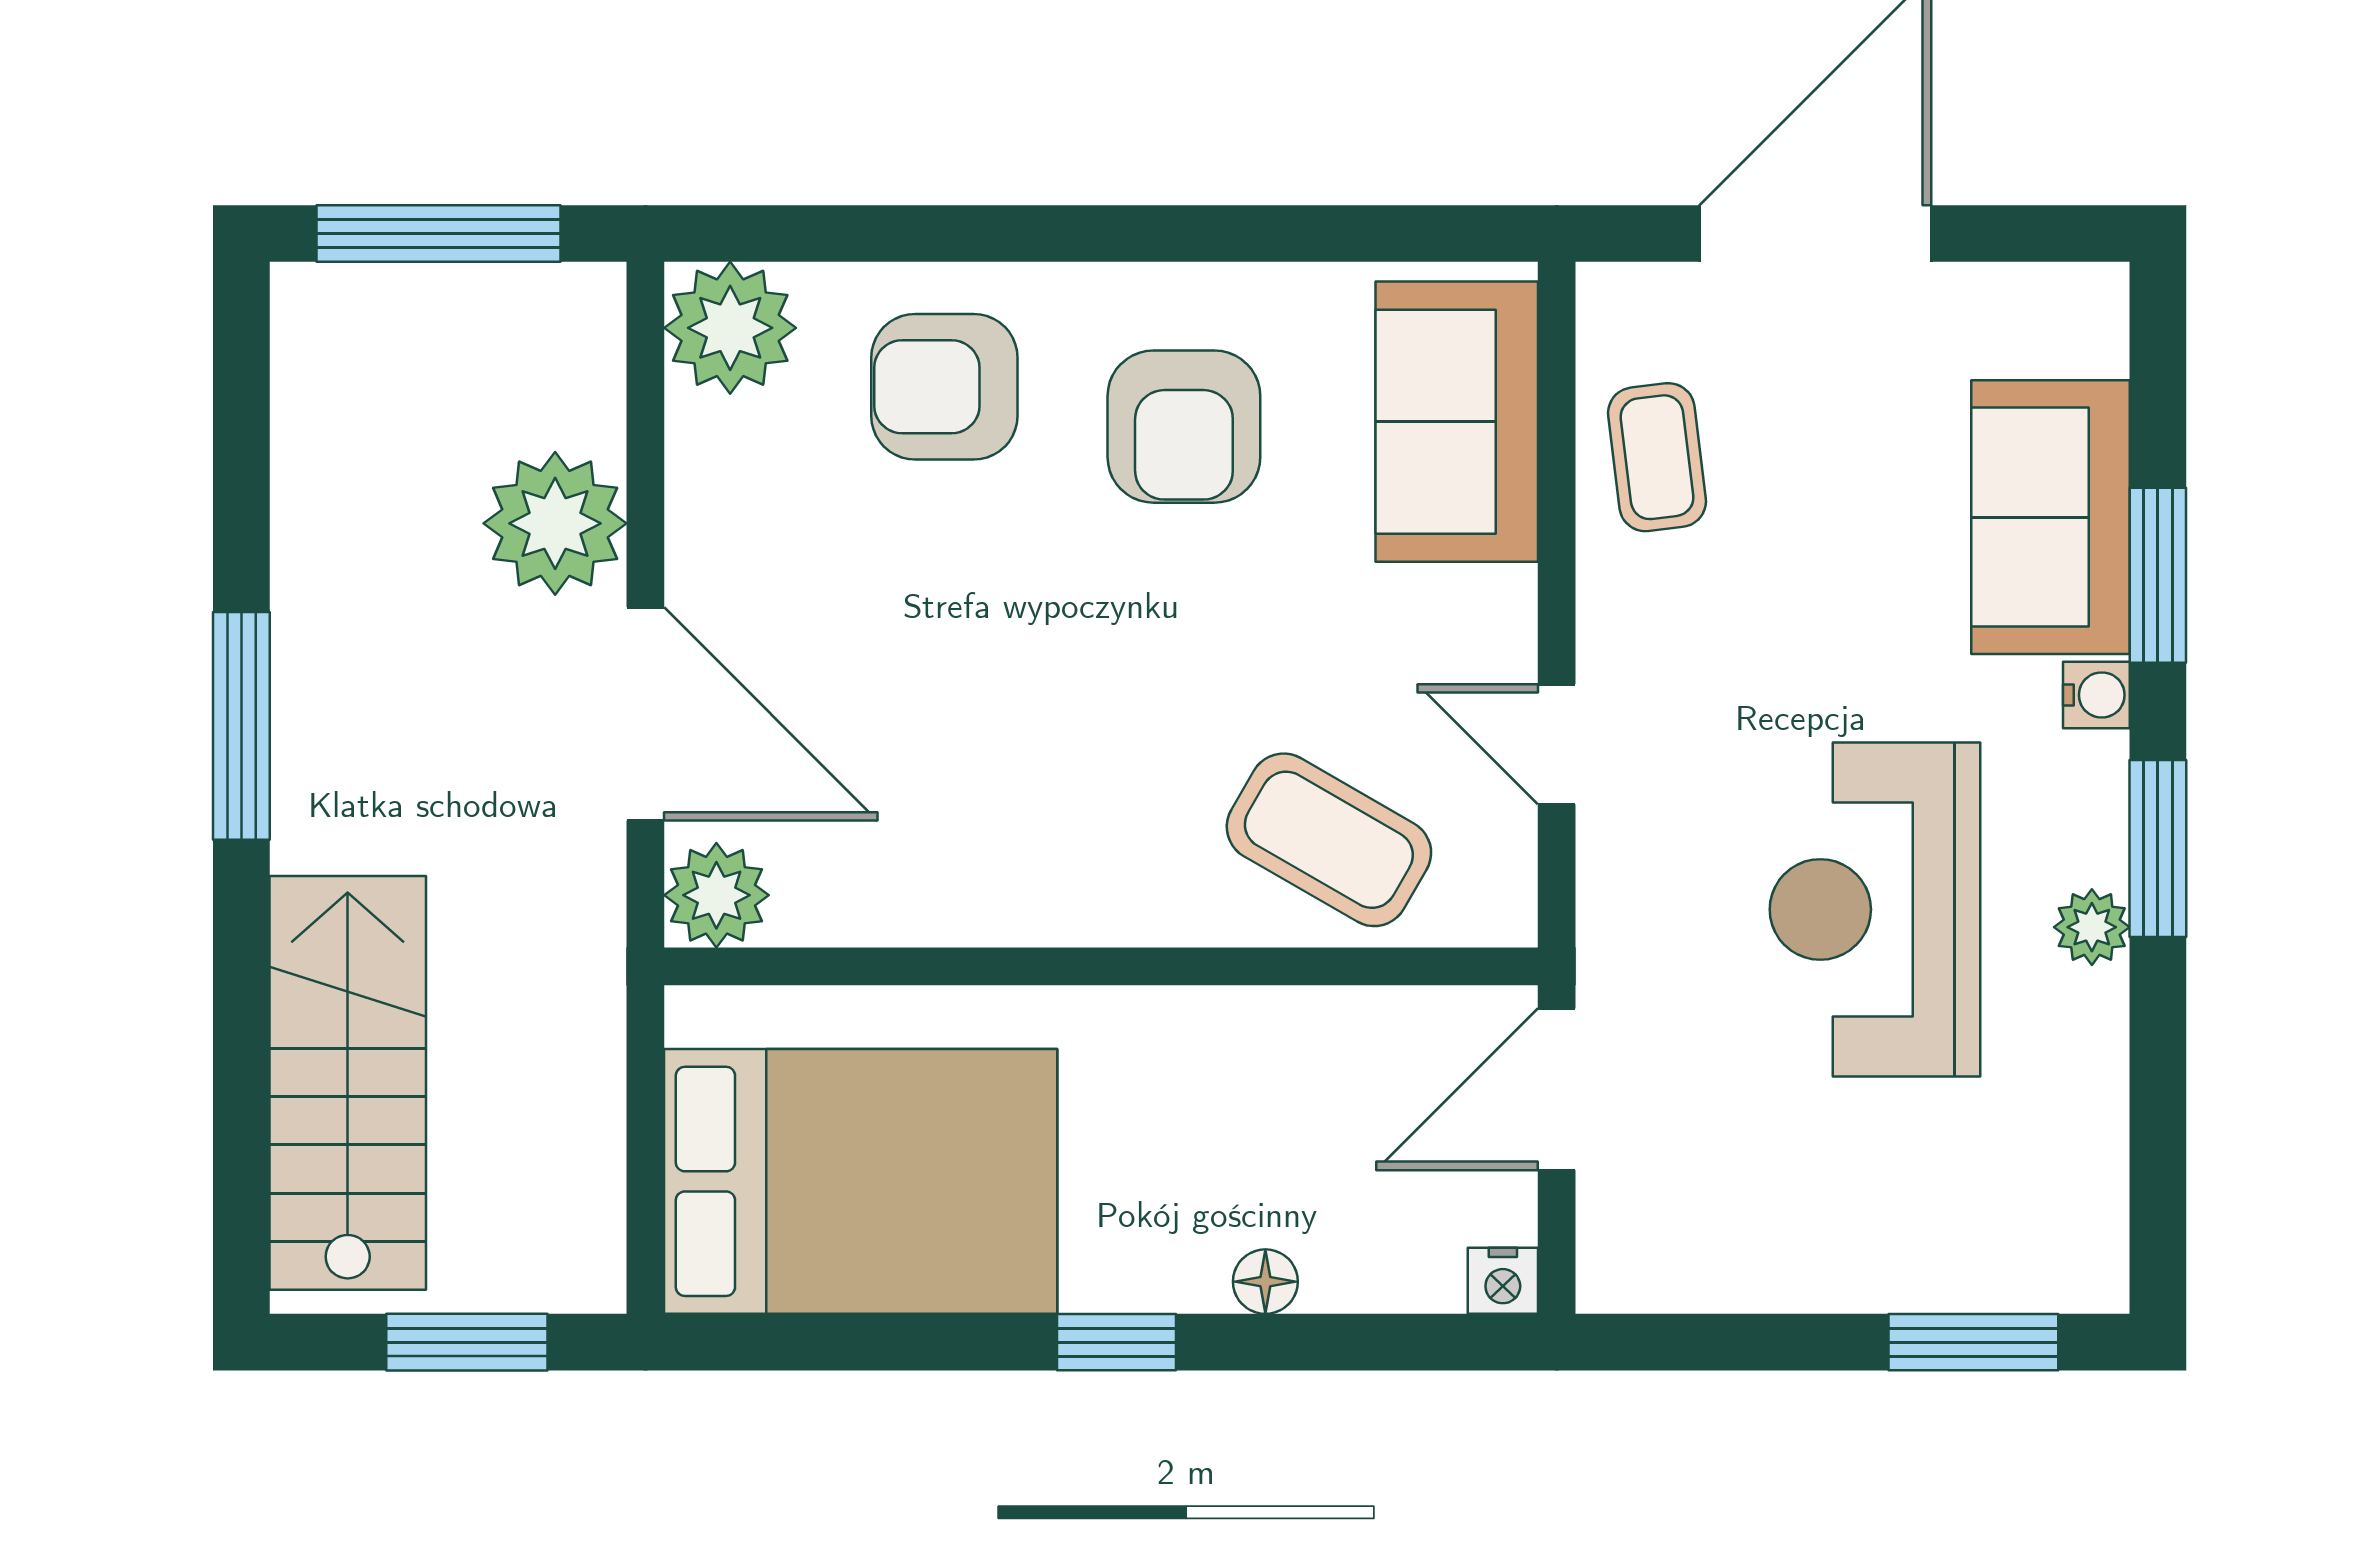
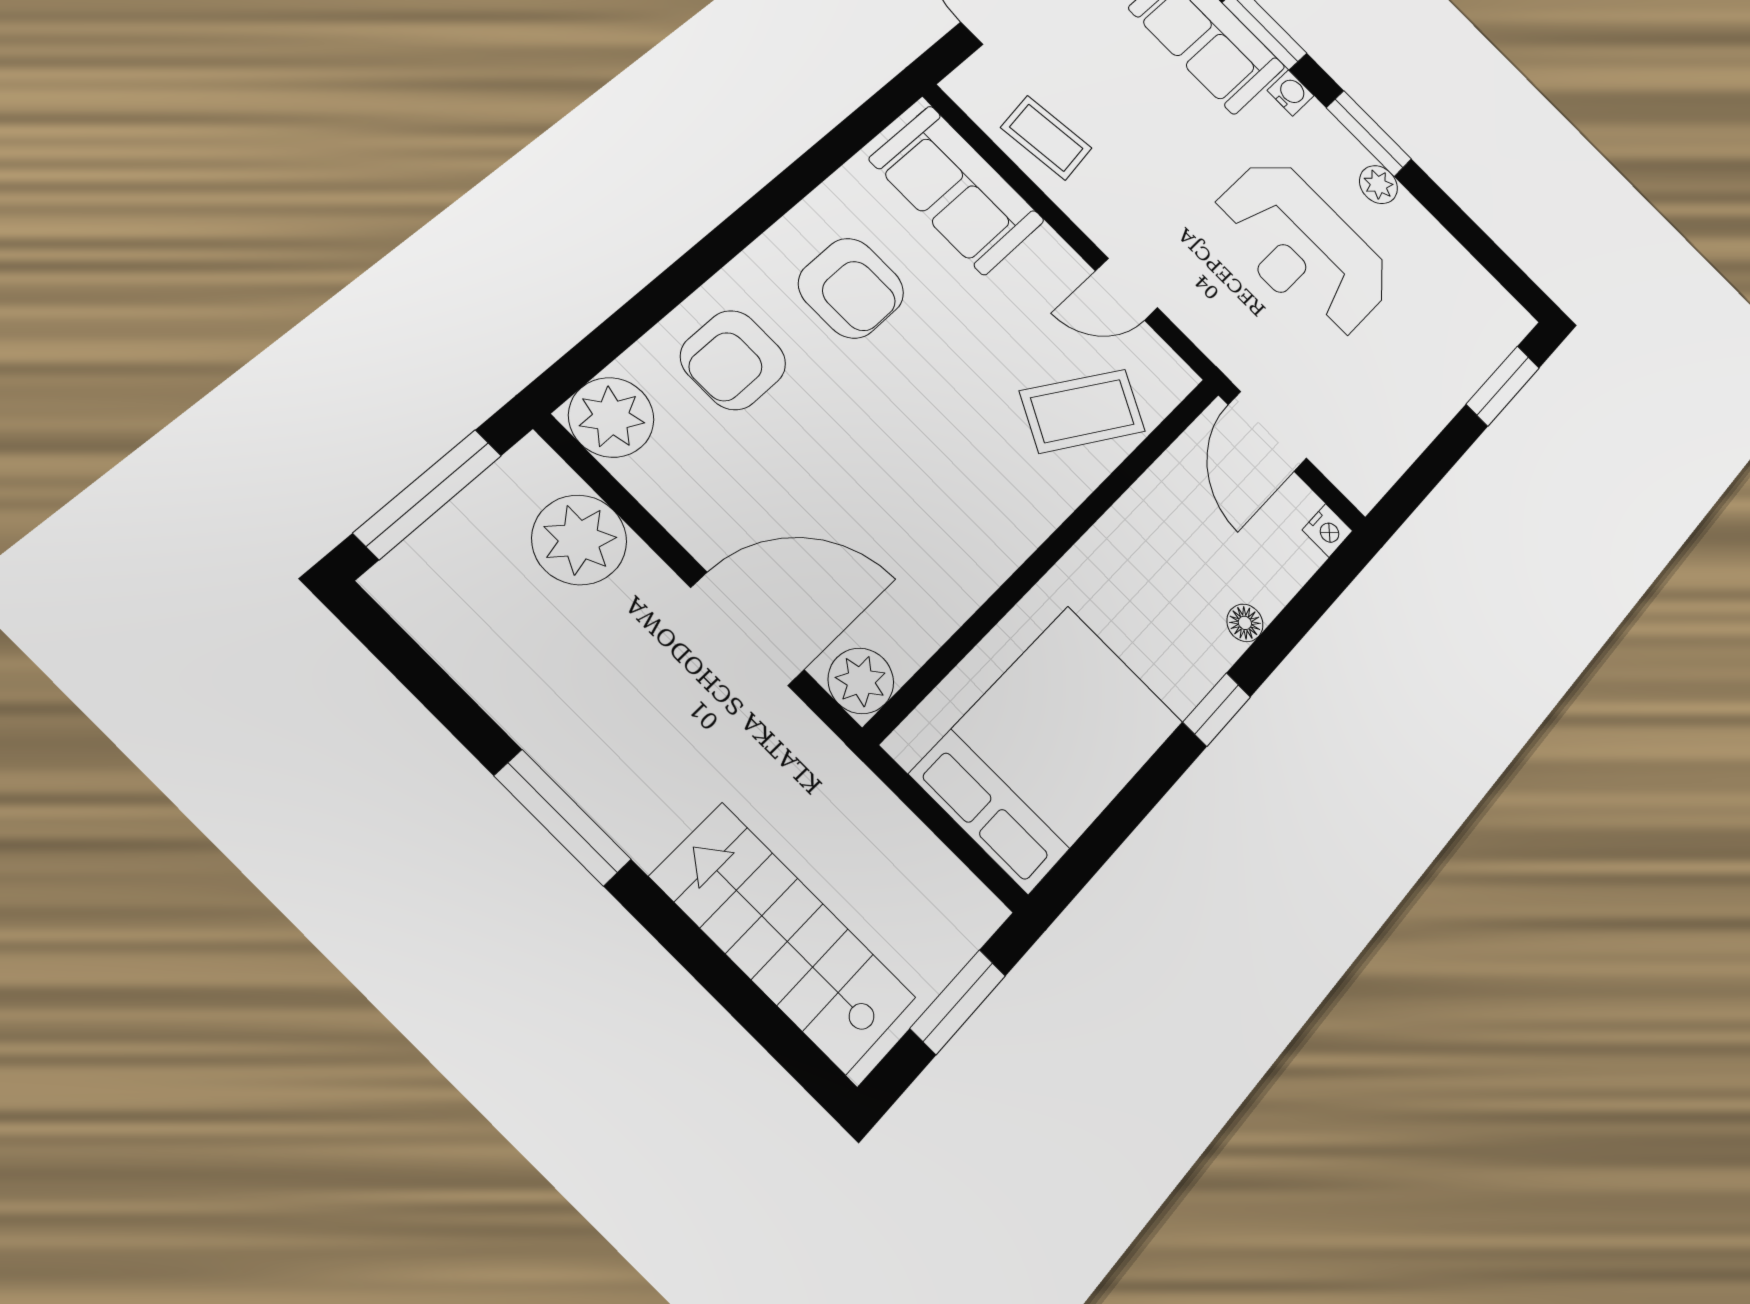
plant: (555, 523) -> (579, 540), moved

